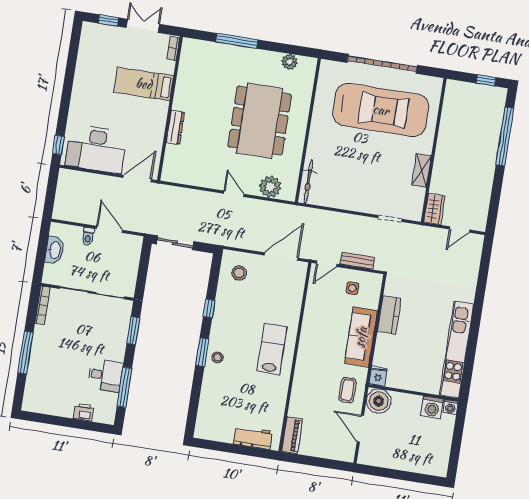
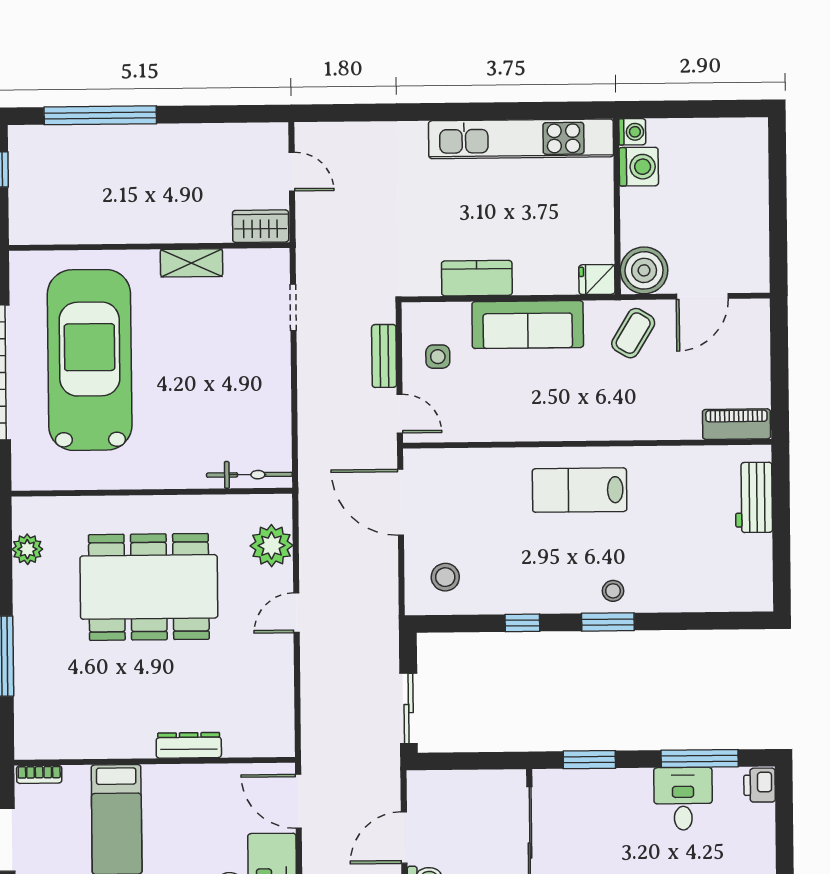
coffee table: (348, 390) -> (633, 333), turned -59
printer: (84, 412) -> (760, 785), moved

